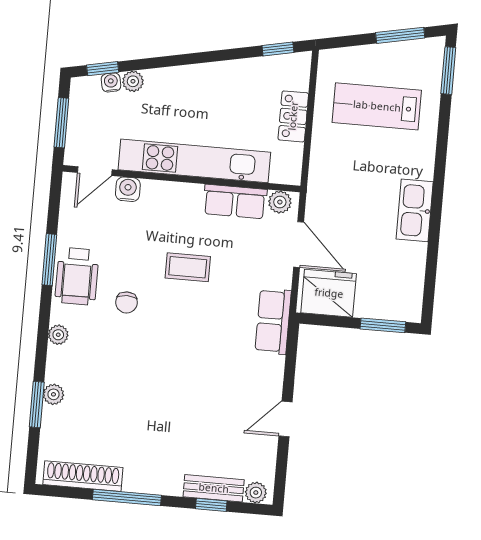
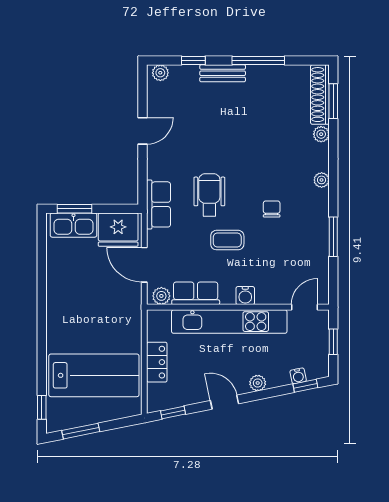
door: (210, 57) -> (224, 402), added
window: (448, 71) -> (42, 407), width x0.67
plant: (133, 81) -> (258, 383), moved
lab bench: (377, 106) -> (94, 375), width x1.36, depth x1.39
window: (61, 123) -> (333, 342), width x0.67
water cooler: (128, 189) -> (245, 296), moved
kitchen sink: (415, 210) -> (73, 225), moved, turned 90
wheelchair: (77, 276) -> (209, 195), moved
window: (37, 405) -> (333, 101), moved
shoe rack: (83, 476) -> (320, 95), moved, turned 90
bench: (214, 488) -> (223, 73), moved

